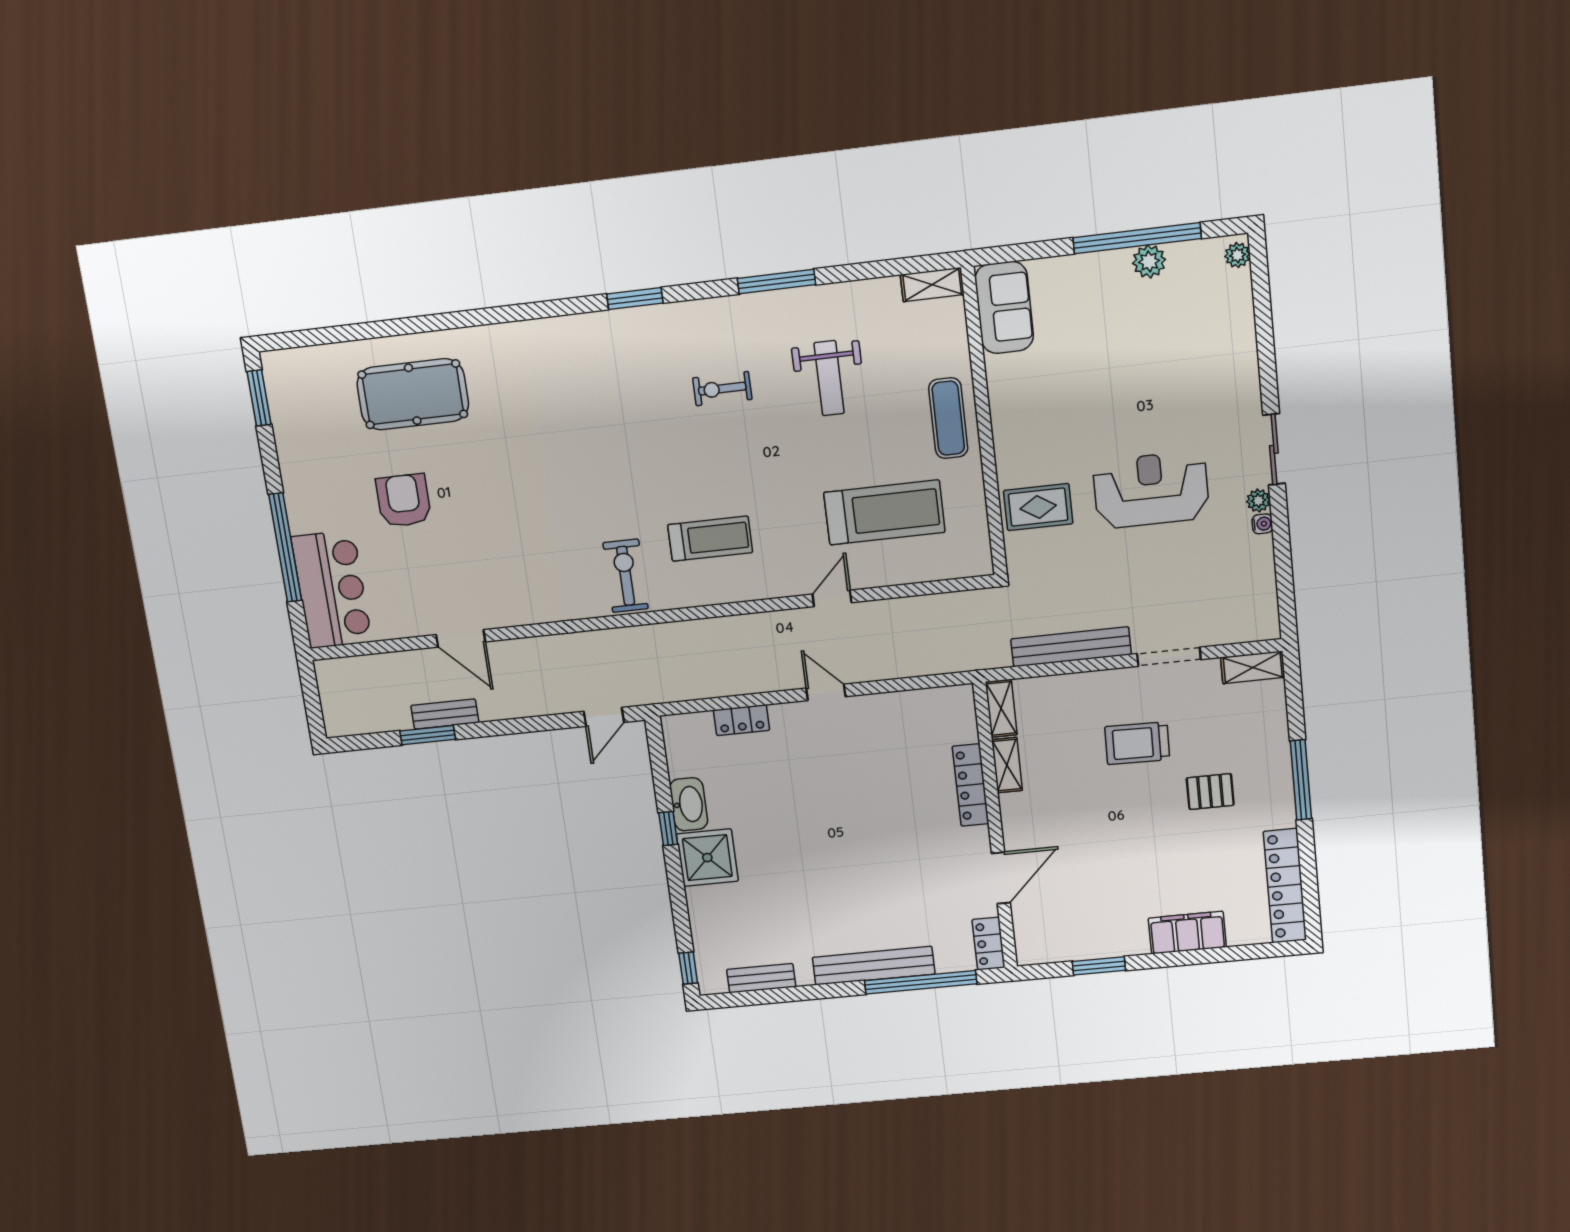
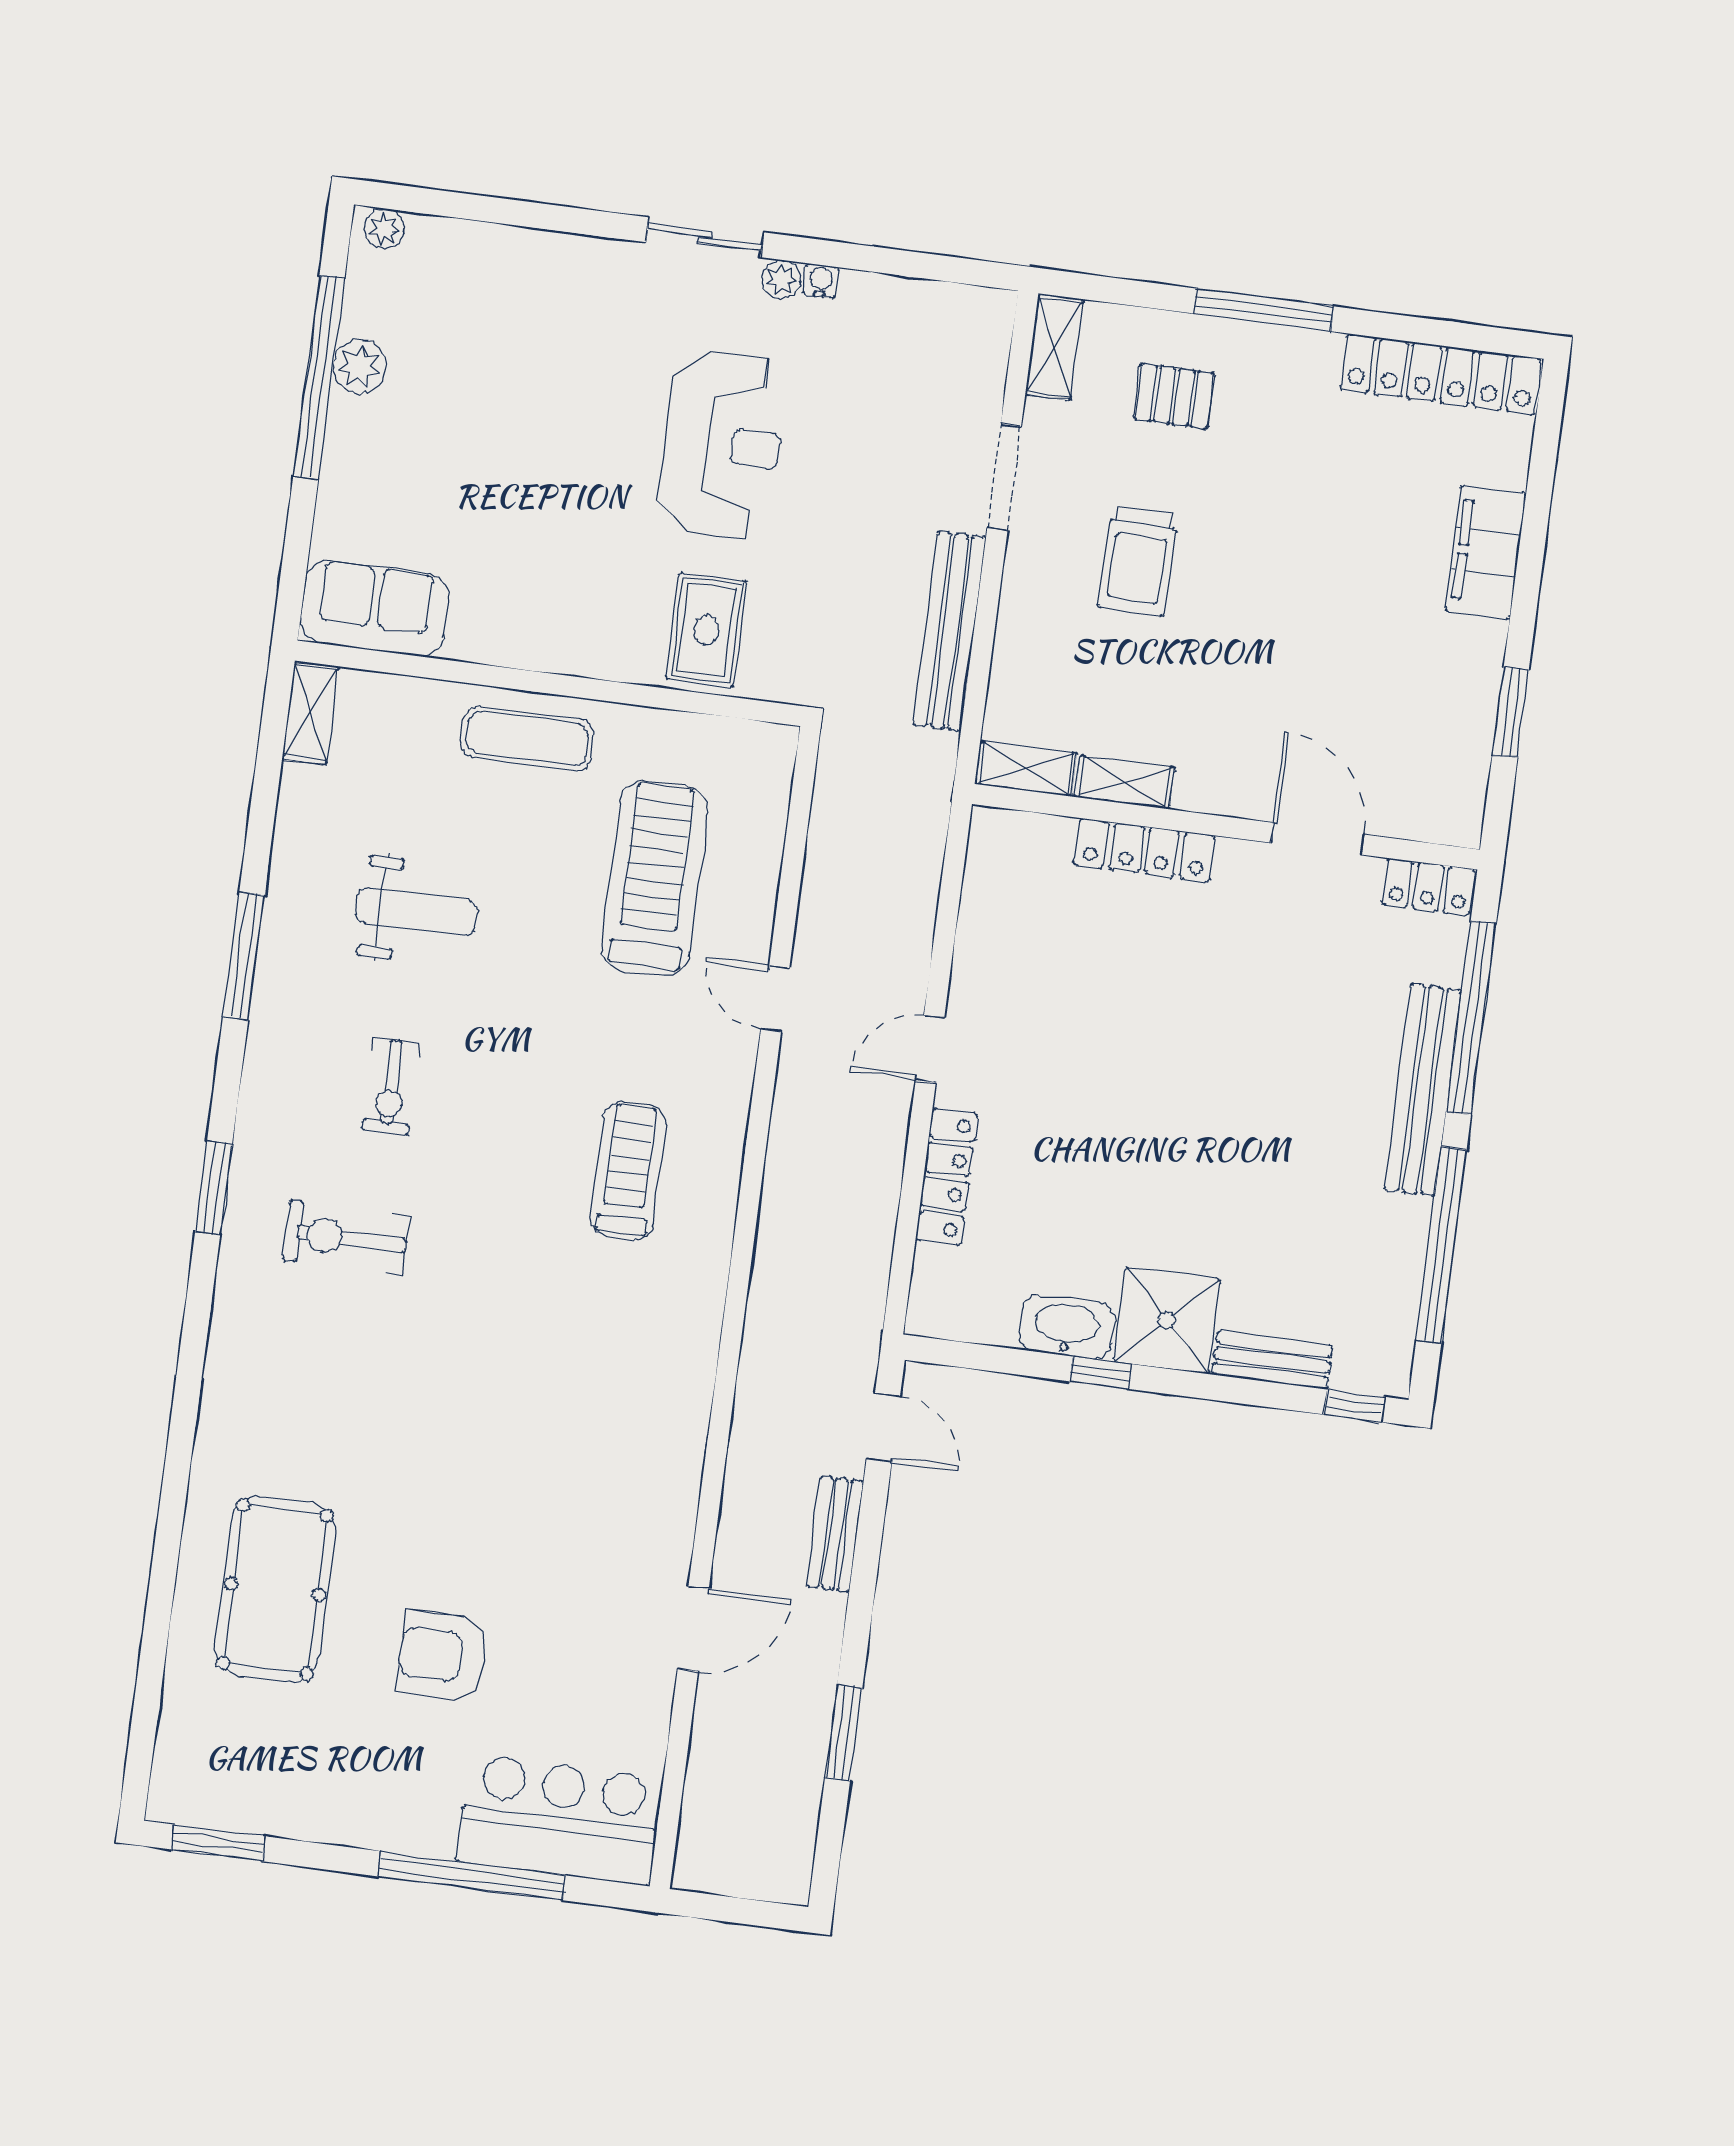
reception desk: (1151, 490) -> (722, 445), turned 180
exercise bike: (626, 576) -> (346, 1238), moved
bench: (445, 714) -> (835, 1534), moved
locker: (741, 720) -> (947, 1177), width x1.53
pallet: (1210, 792) -> (1174, 396), moved, turned 90
bench: (761, 978) -> (1272, 1360), moved, turned 90
window: (790, 994) -> (1441, 1245), added

